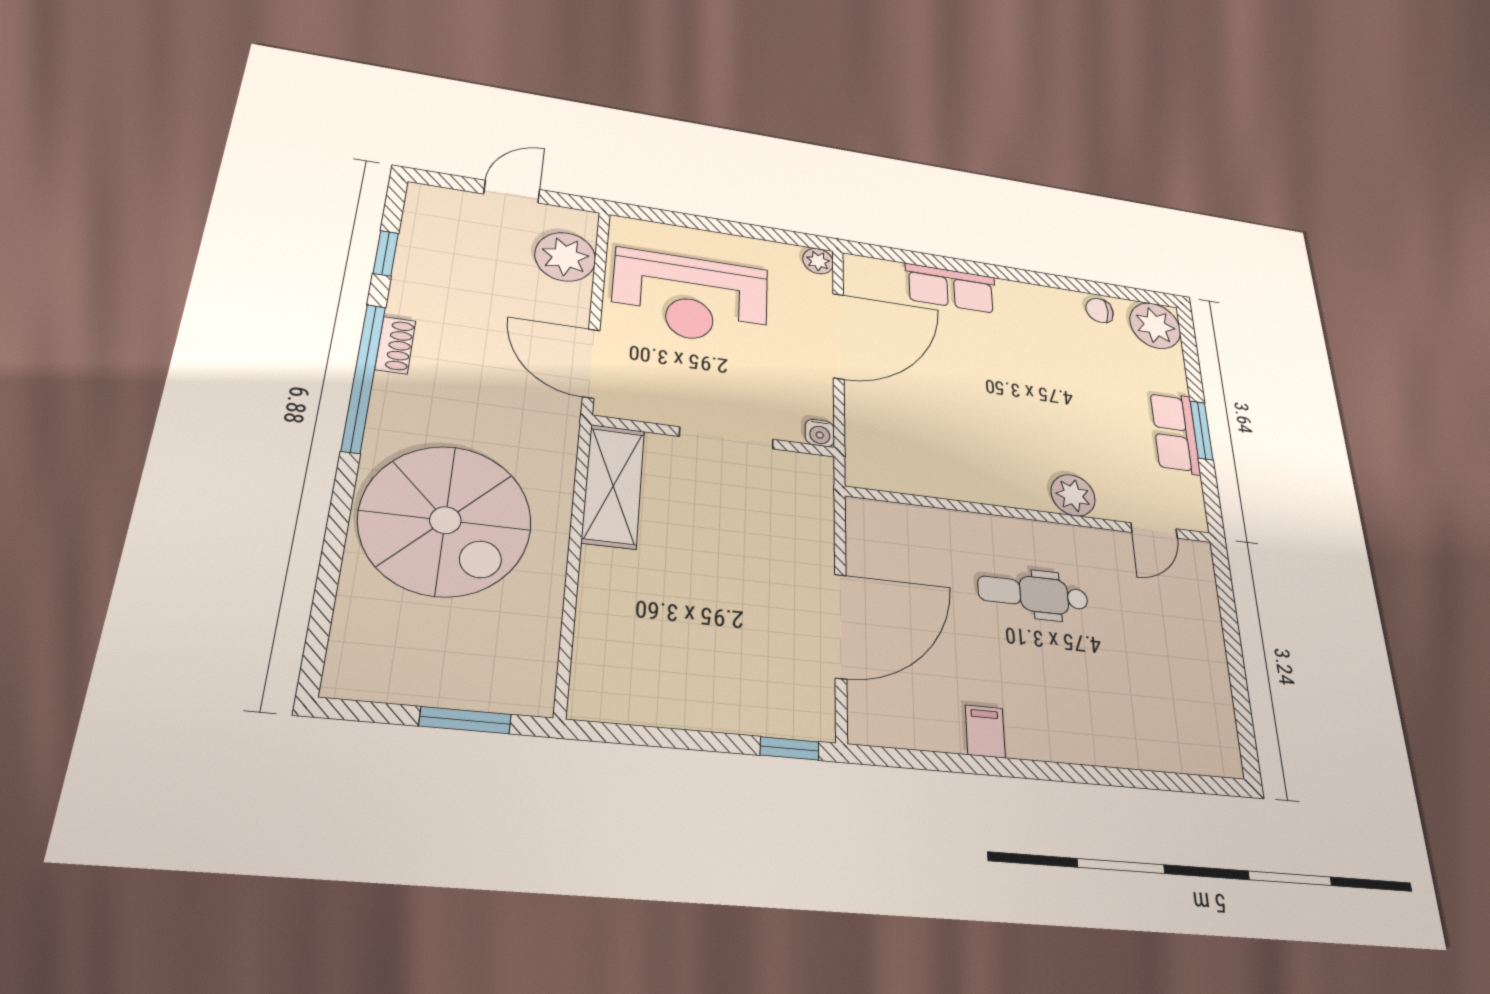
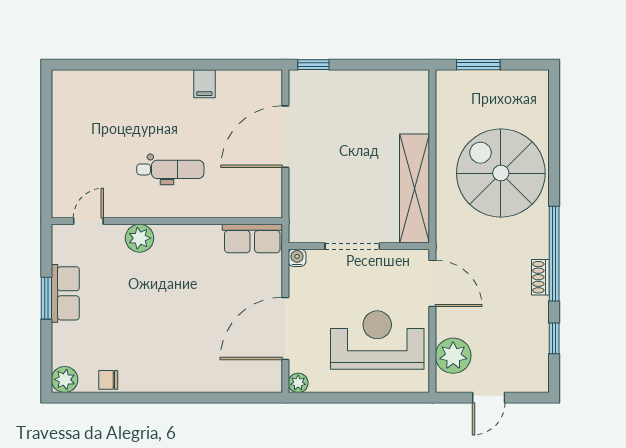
row of seats: (951, 288) -> (252, 238), moved, turned 180
chair: (1100, 310) -> (108, 380), turned 180
plant: (1155, 326) -> (65, 379), width x0.73, depth x0.73
shelving: (613, 486) -> (414, 188), width x1.47

